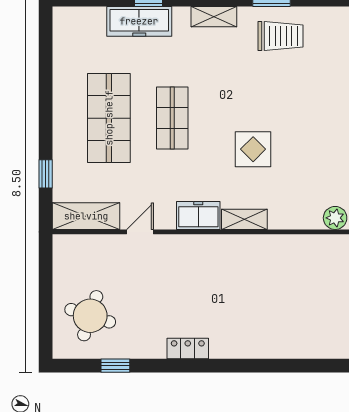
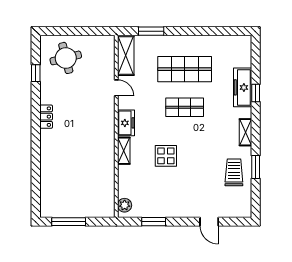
trolley: (281, 36) -> (234, 172), turned 180
window: (46, 174) -> (151, 31), width x1.50
round table: (90, 316) -> (66, 58), turned -32

